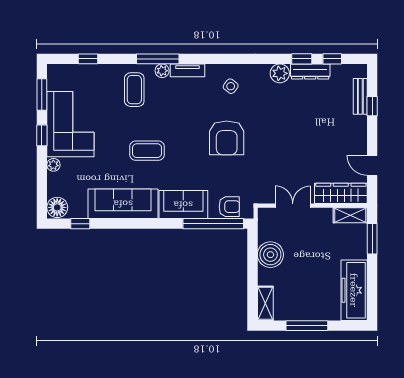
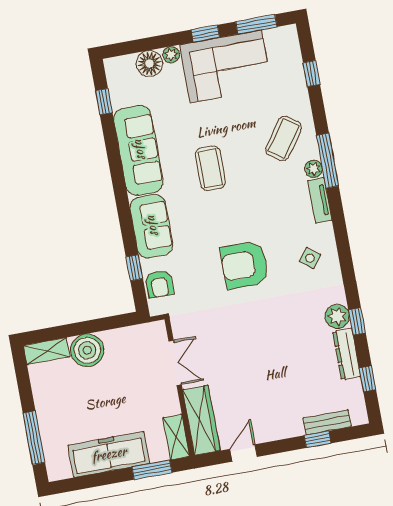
window: (302, 59) -> (357, 321), moved
coffee table: (134, 90) -> (284, 138), turned -55
floor lamp: (57, 207) -> (149, 64), moved
window: (213, 224) -> (134, 268), width x0.32
boiler: (270, 255) -> (87, 350), moved
freezer: (354, 290) -> (109, 454), moved
window: (307, 326) -> (34, 438), moved

